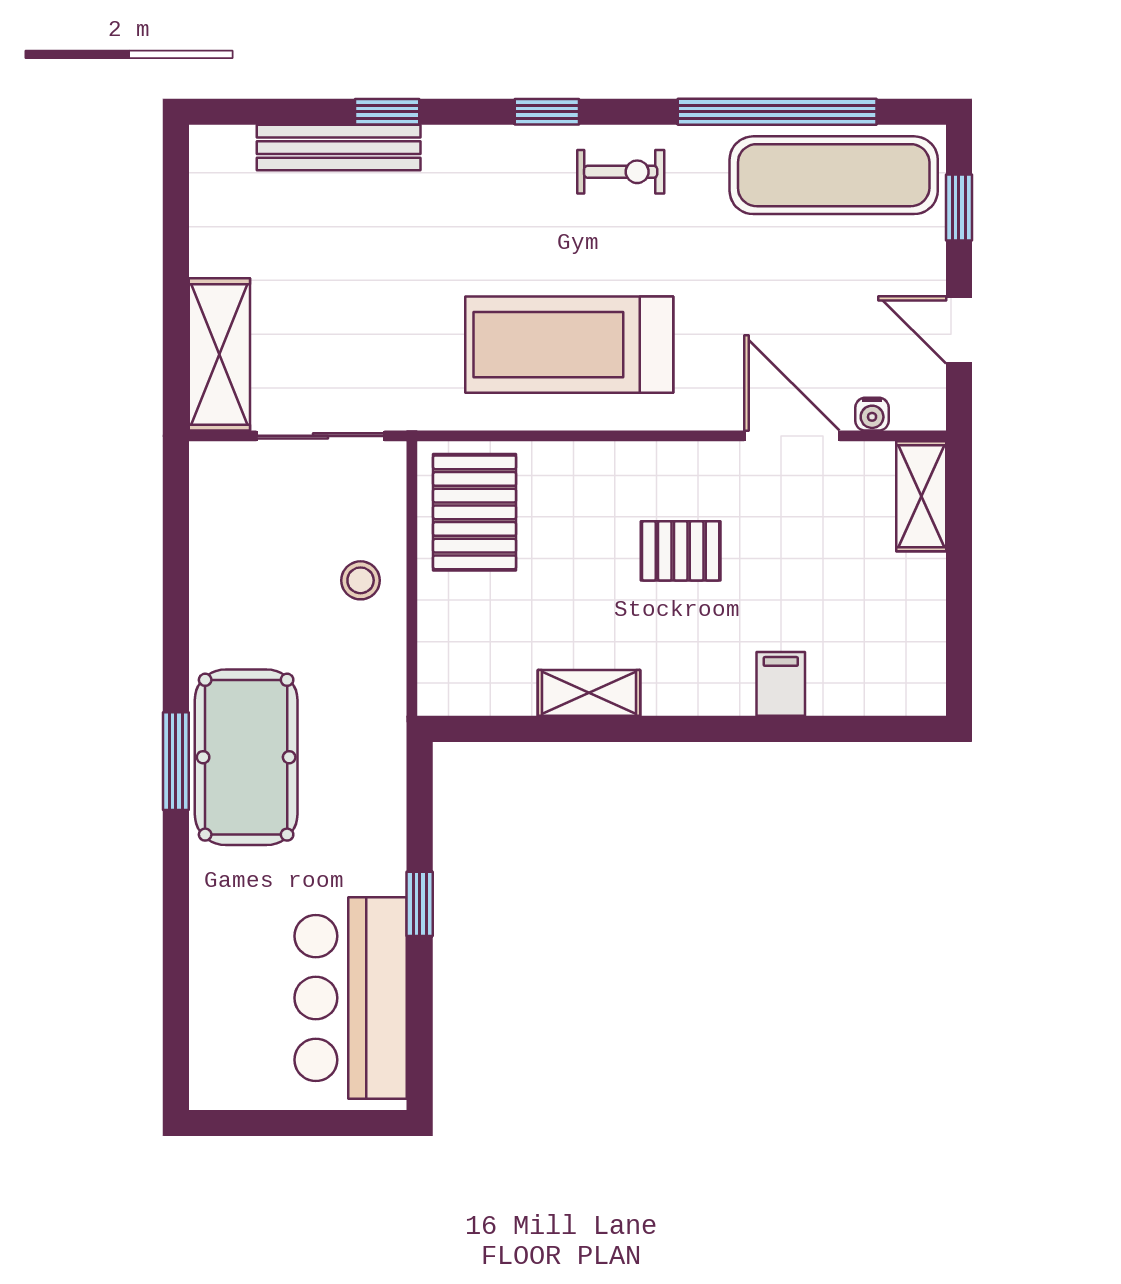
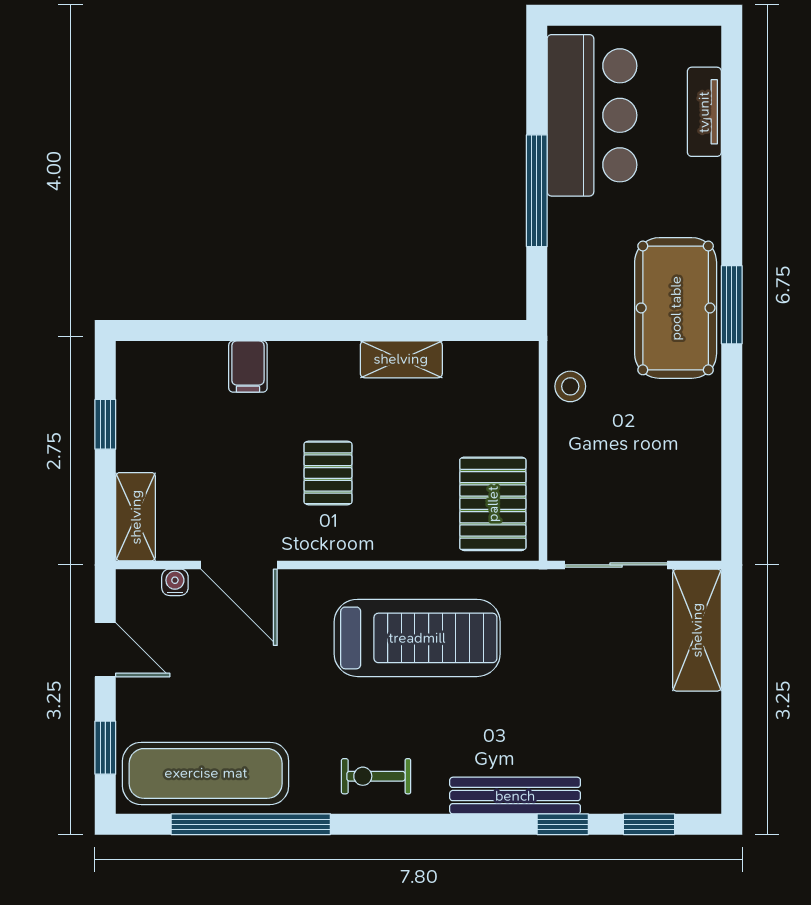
window: (547, 112) -> (649, 824), moved
bench: (339, 148) -> (515, 796), moved
pallet: (681, 551) -> (328, 473), turned 90
stool: (361, 580) -> (570, 386), moved
window: (959, 612) -> (105, 424), added
window: (420, 904) -> (537, 191), width x2.17
tv unit: (210, 1002) -> (704, 112), added

